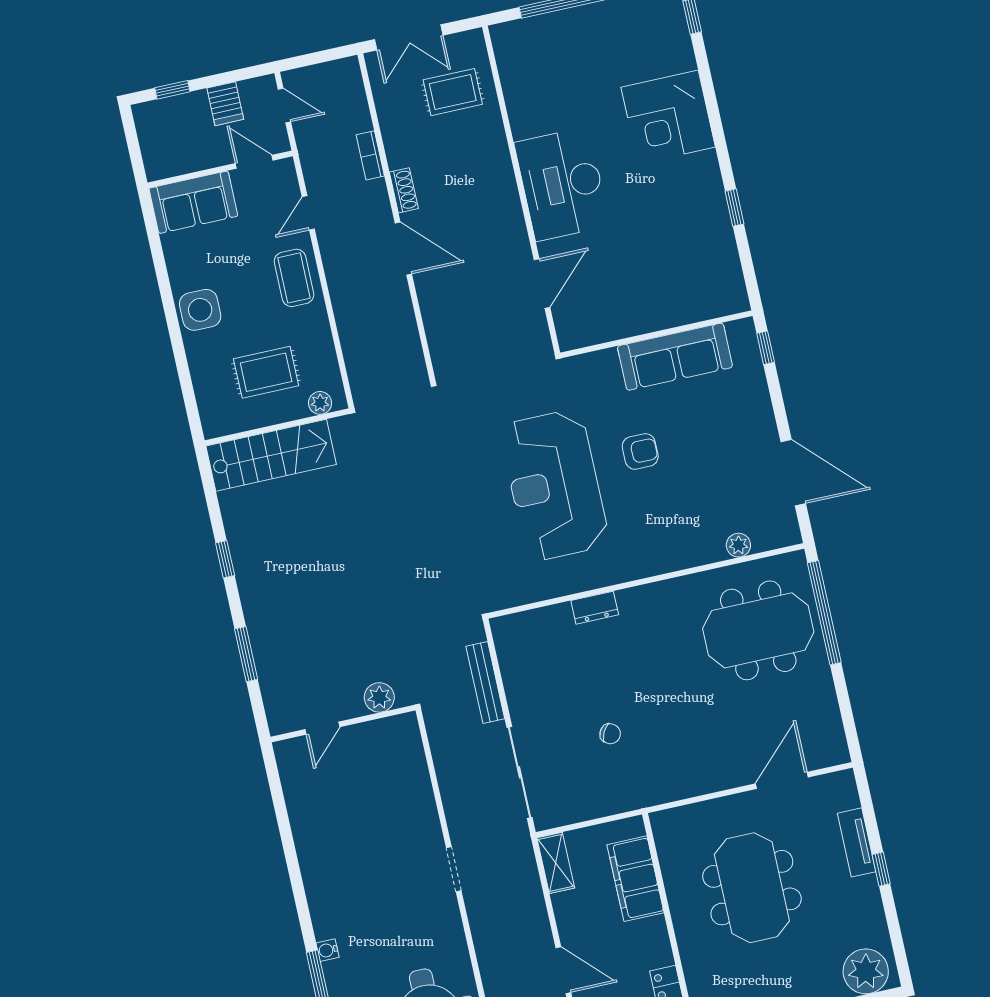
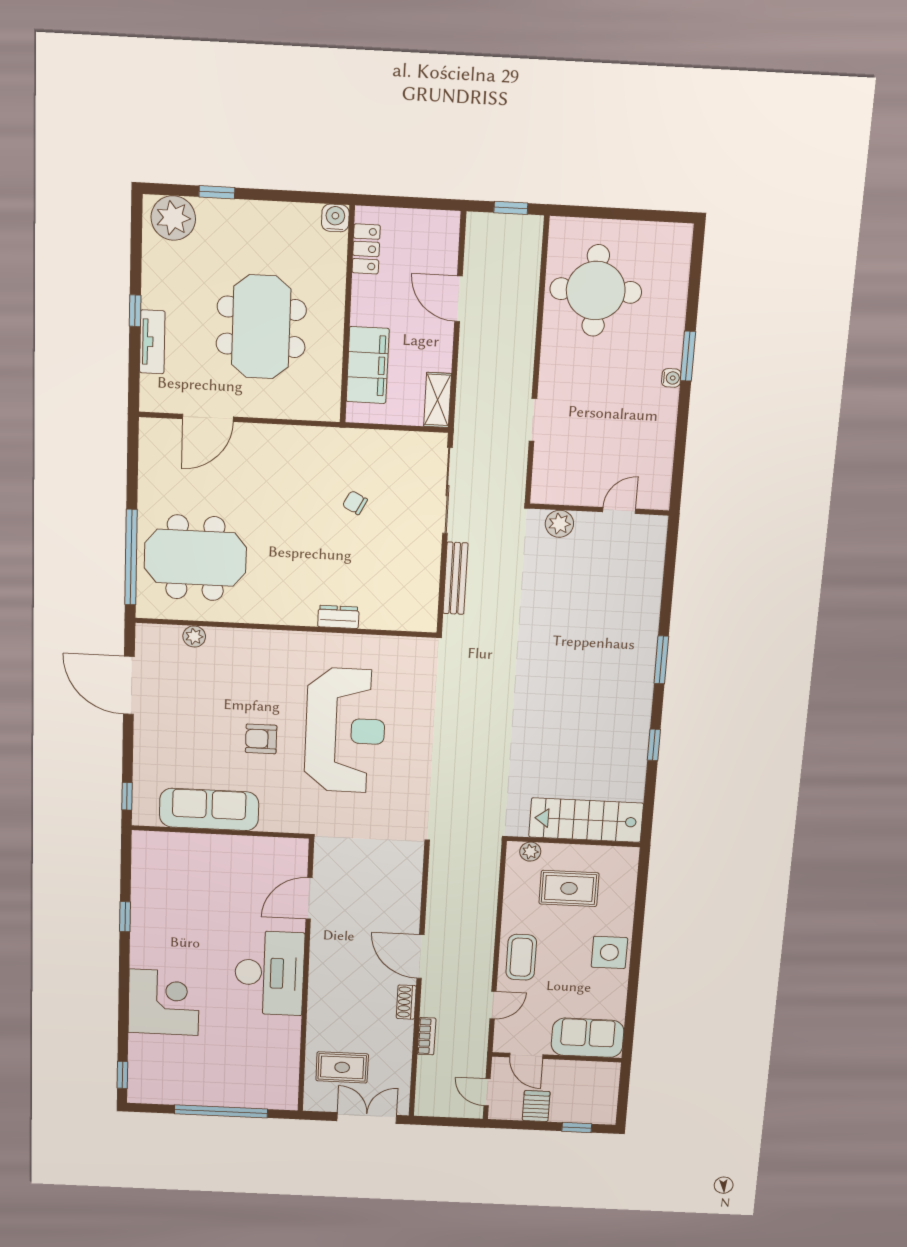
plant: (379, 697) -> (559, 524), moved
wall: (343, 724) -> (599, 509), moved
door: (322, 728) -> (619, 510), moved

